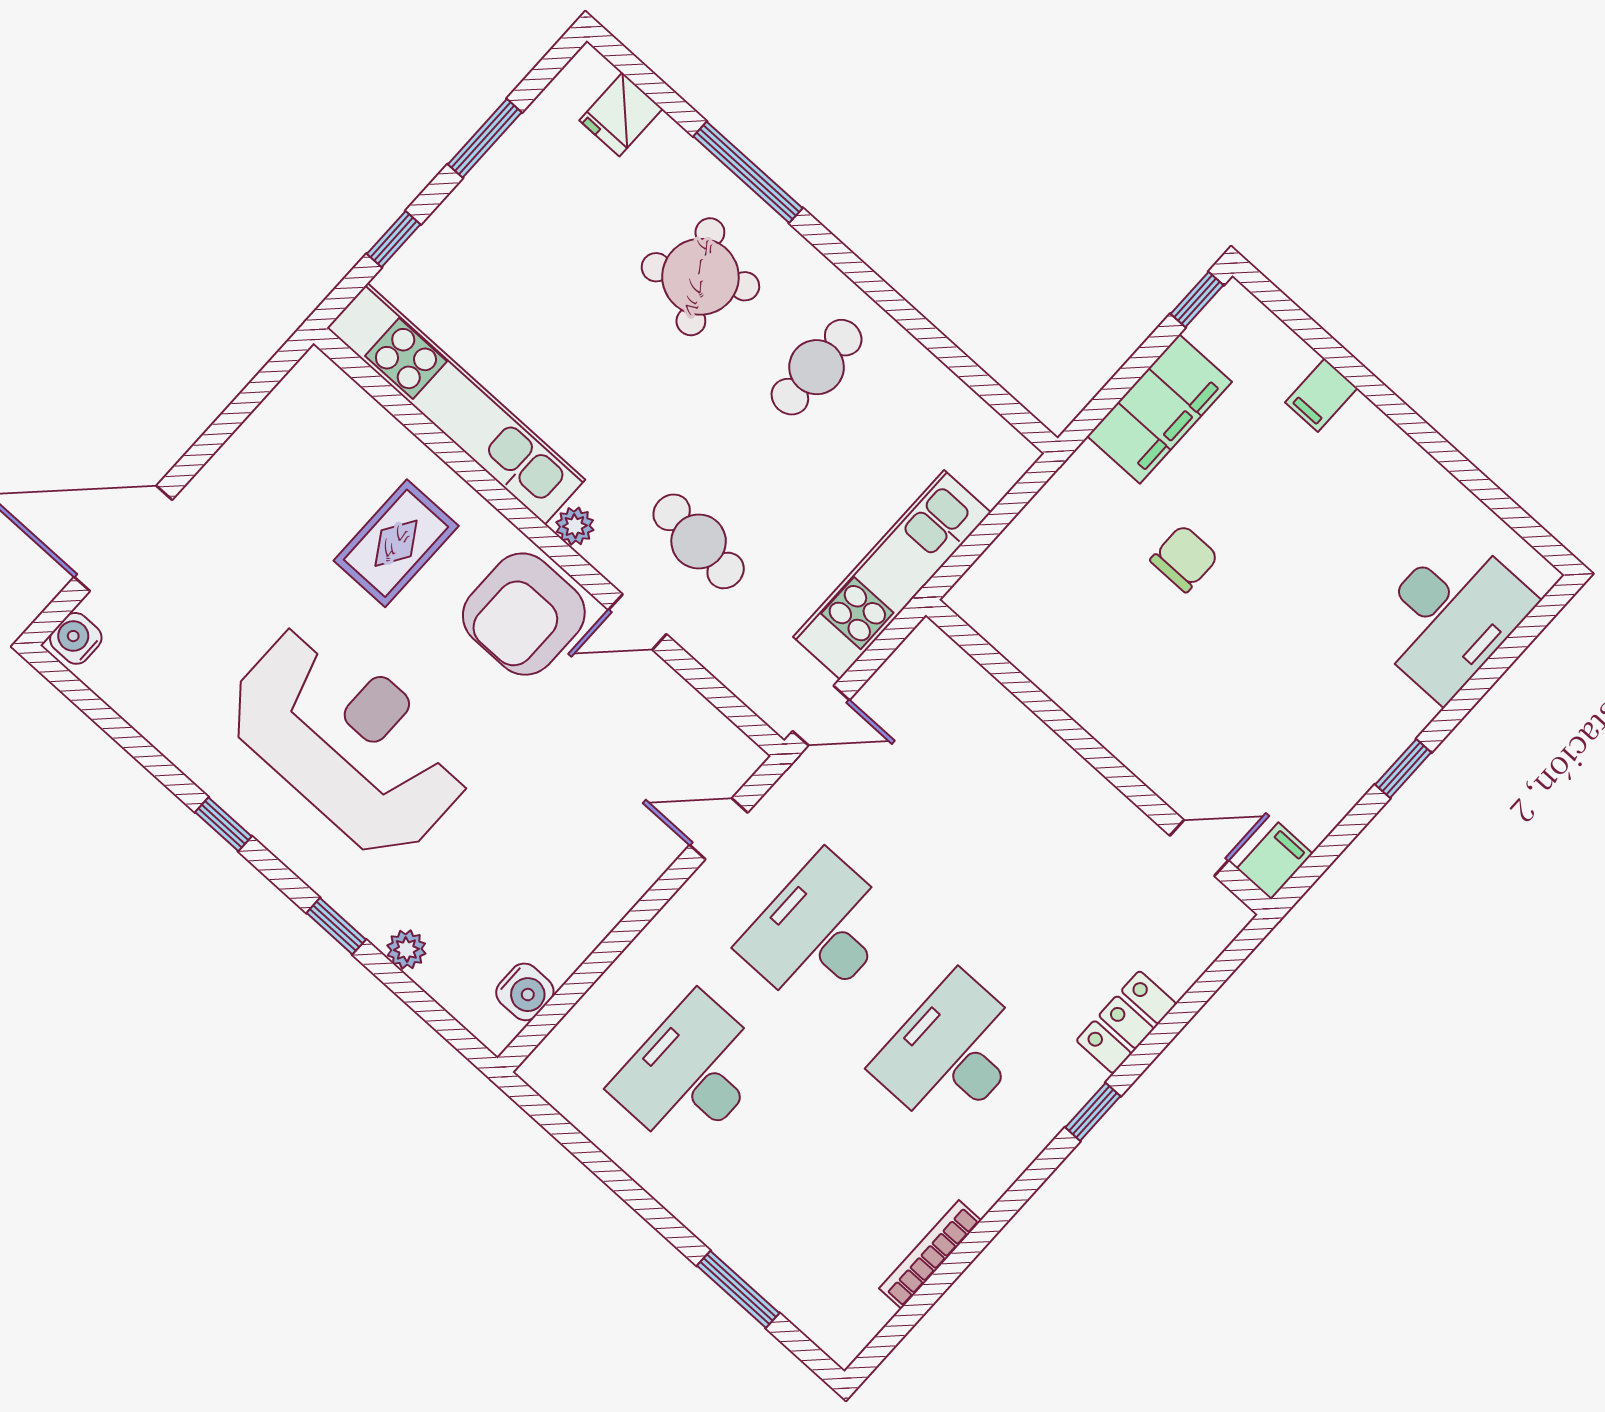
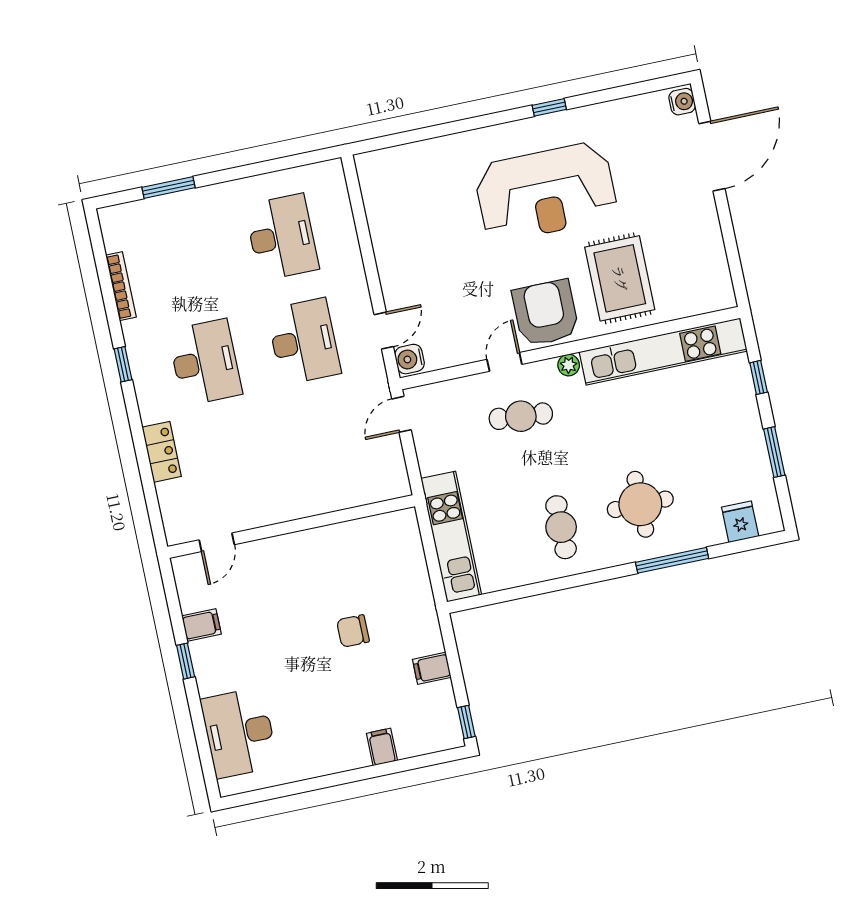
round table: (700, 277) -> (640, 504), turned 30
filing cabinet: (1159, 409) -> (432, 668), width x0.33, depth x0.86
rug: (396, 543) -> (620, 278), width x1.36, depth x1.43
chair: (1184, 558) -> (353, 631), turned 90
kitchen unit: (892, 575) -> (451, 537), moved
filing cabinet: (1275, 861) -> (201, 625), moved, turned -90
window: (336, 926) -> (466, 125), removed
plant: (406, 949) -> (432, 149), removed
water cooler: (525, 992) -> (410, 359), moved
window: (1093, 1112) -> (123, 364), moved

